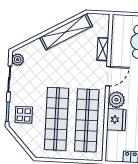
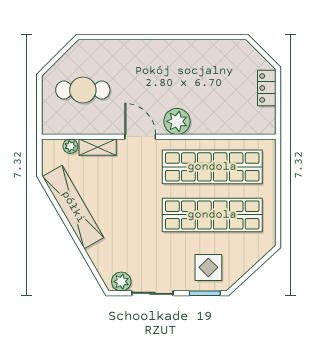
plant: (104, 32) -> (70, 146), added
fridge: (116, 120) -> (209, 120), removed

